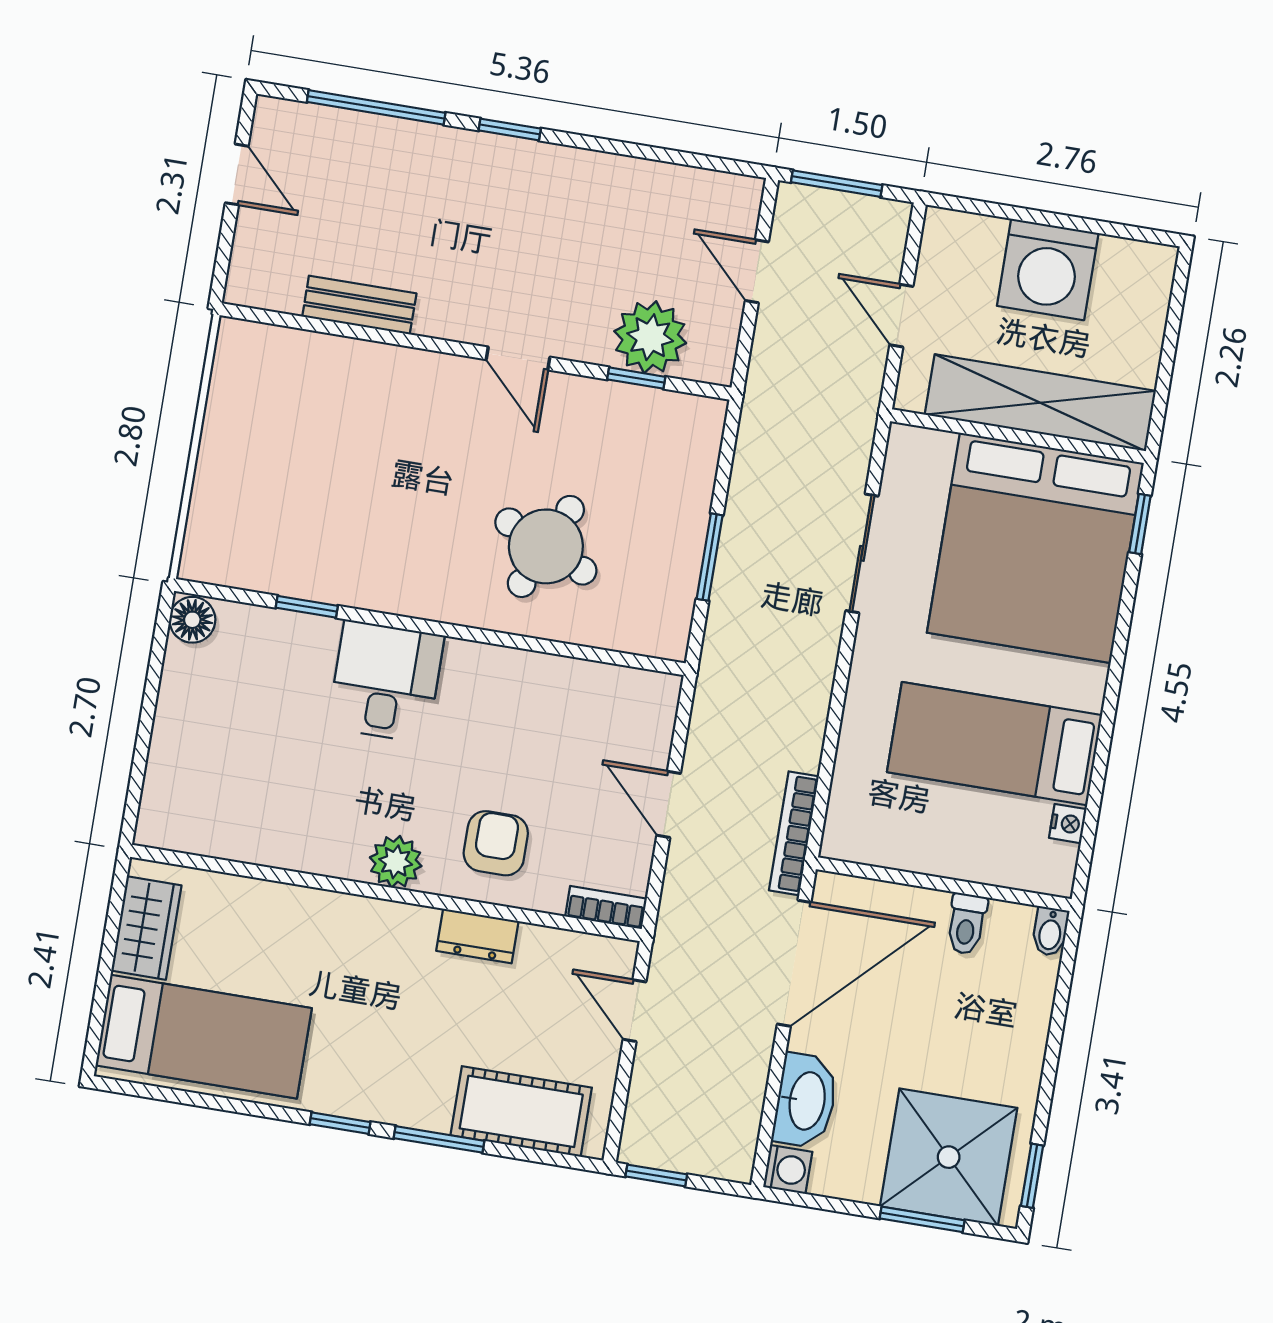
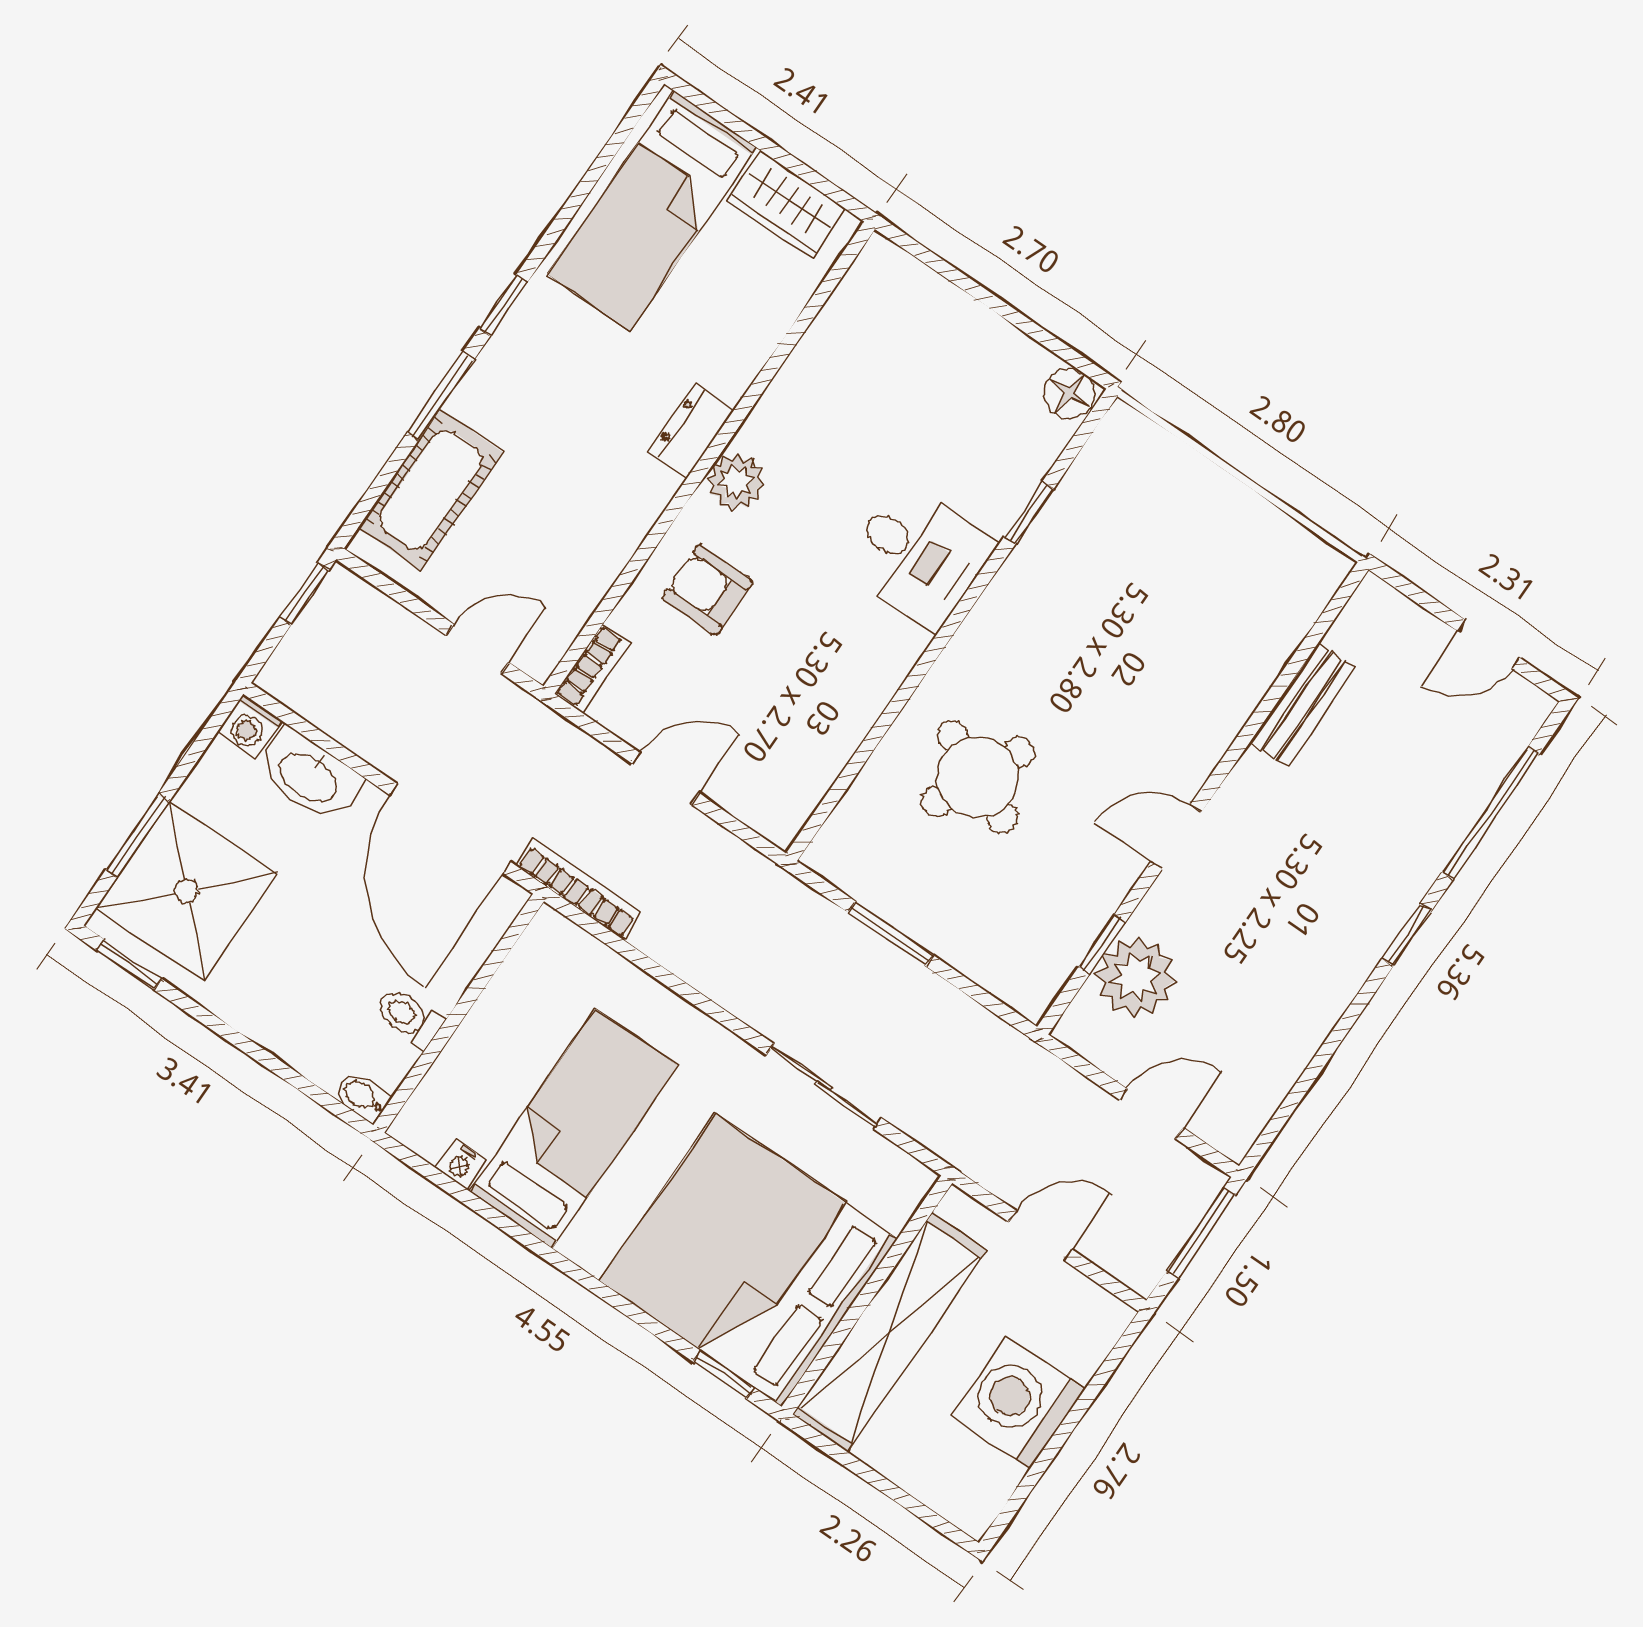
armchair: (496, 843) -> (707, 589), turned 180
dresser: (477, 936) -> (691, 431), moved

